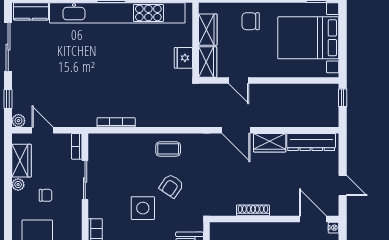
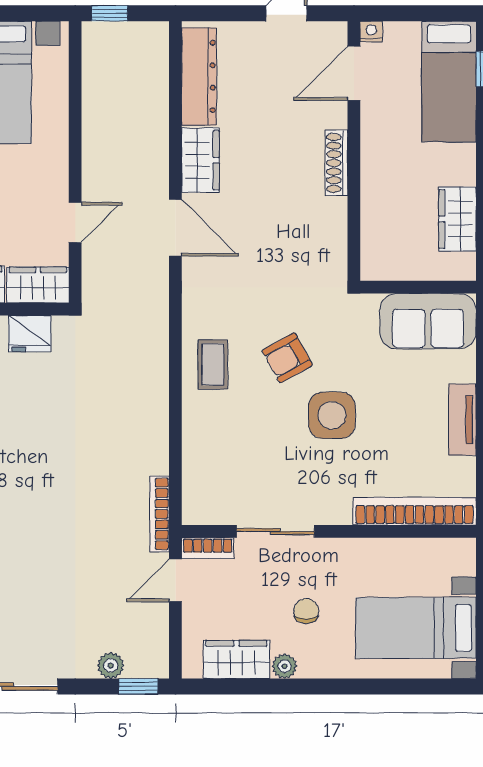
window: (8, 99) -> (138, 686), moved
plant: (18, 121) -> (111, 665), moved
bookcase: (116, 122) -> (159, 514), moved
door: (43, 130) -> (175, 580), moved
door: (236, 130) -> (175, 228), hinge flipped
armchair: (171, 186) -> (287, 358), turned 117
shoe rack: (253, 210) -> (336, 163), moved

